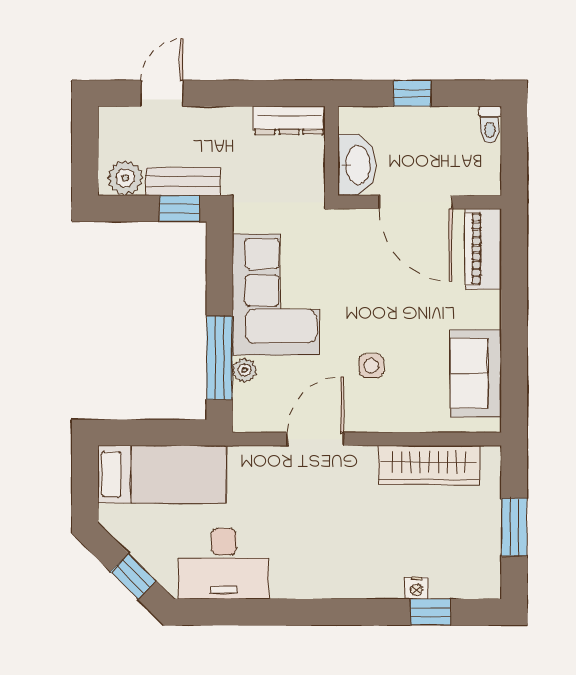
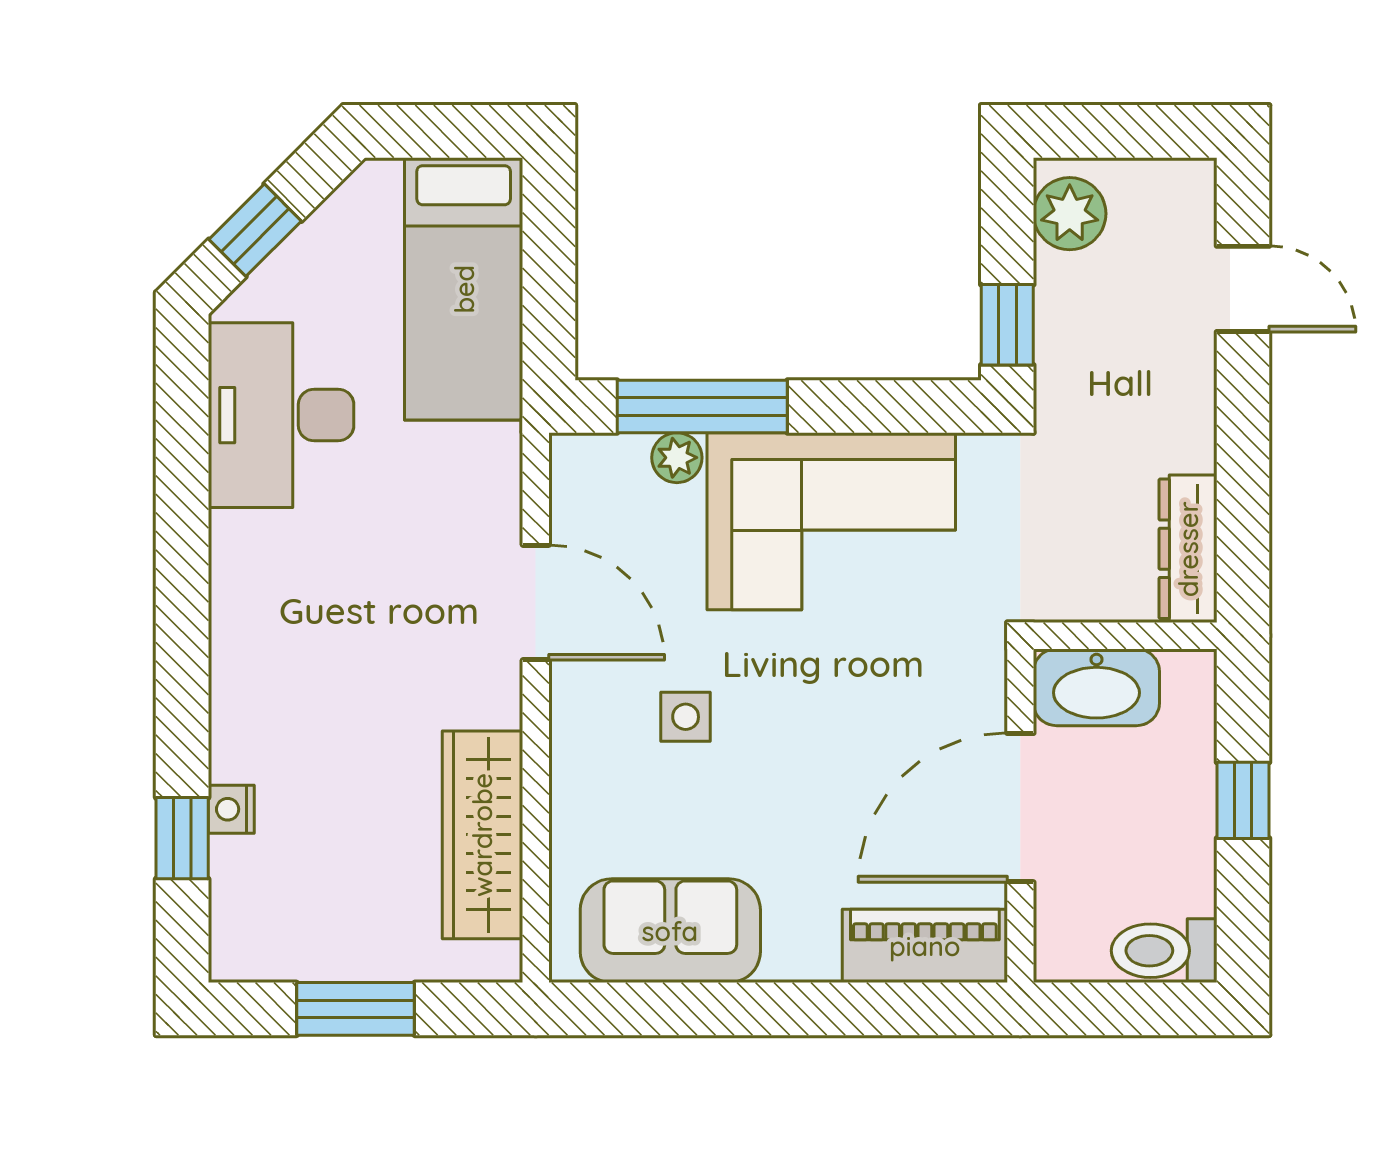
toilet: (490, 125) -> (1164, 951), width x1.37, depth x1.39
bench: (183, 182) -> (1063, 331), removed

